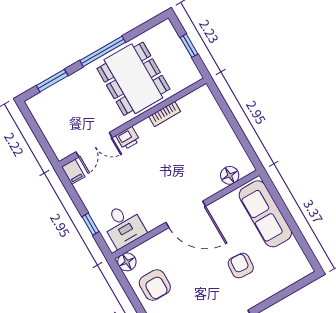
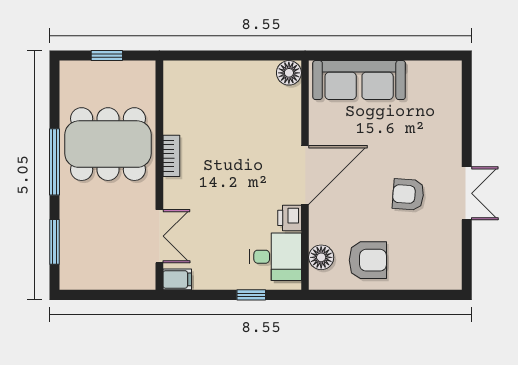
bookcase: (165, 114) -> (171, 156), moved
printer: (128, 138) -> (290, 218), moved, turned 180
floor lamp: (230, 175) -> (289, 73), moved
floor lamp: (127, 262) -> (321, 257), moved
armchair: (241, 266) -> (408, 194), moved

